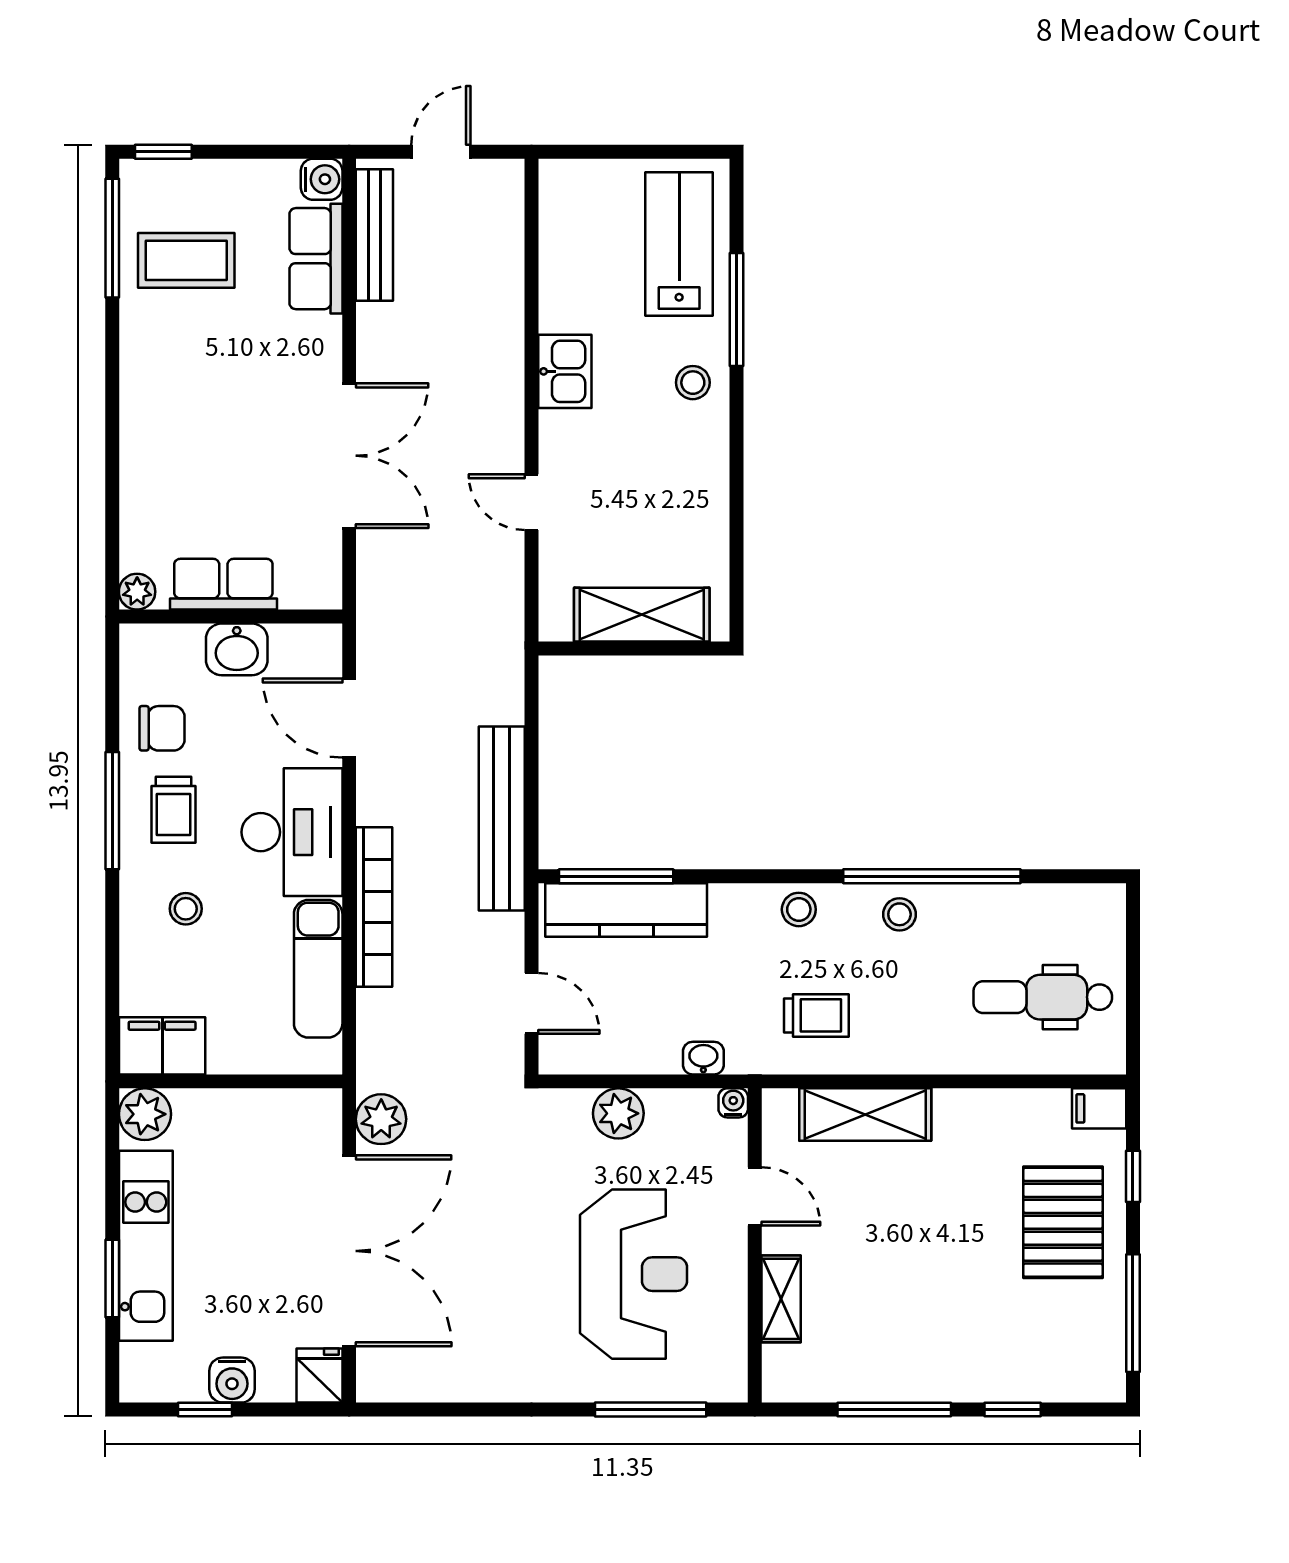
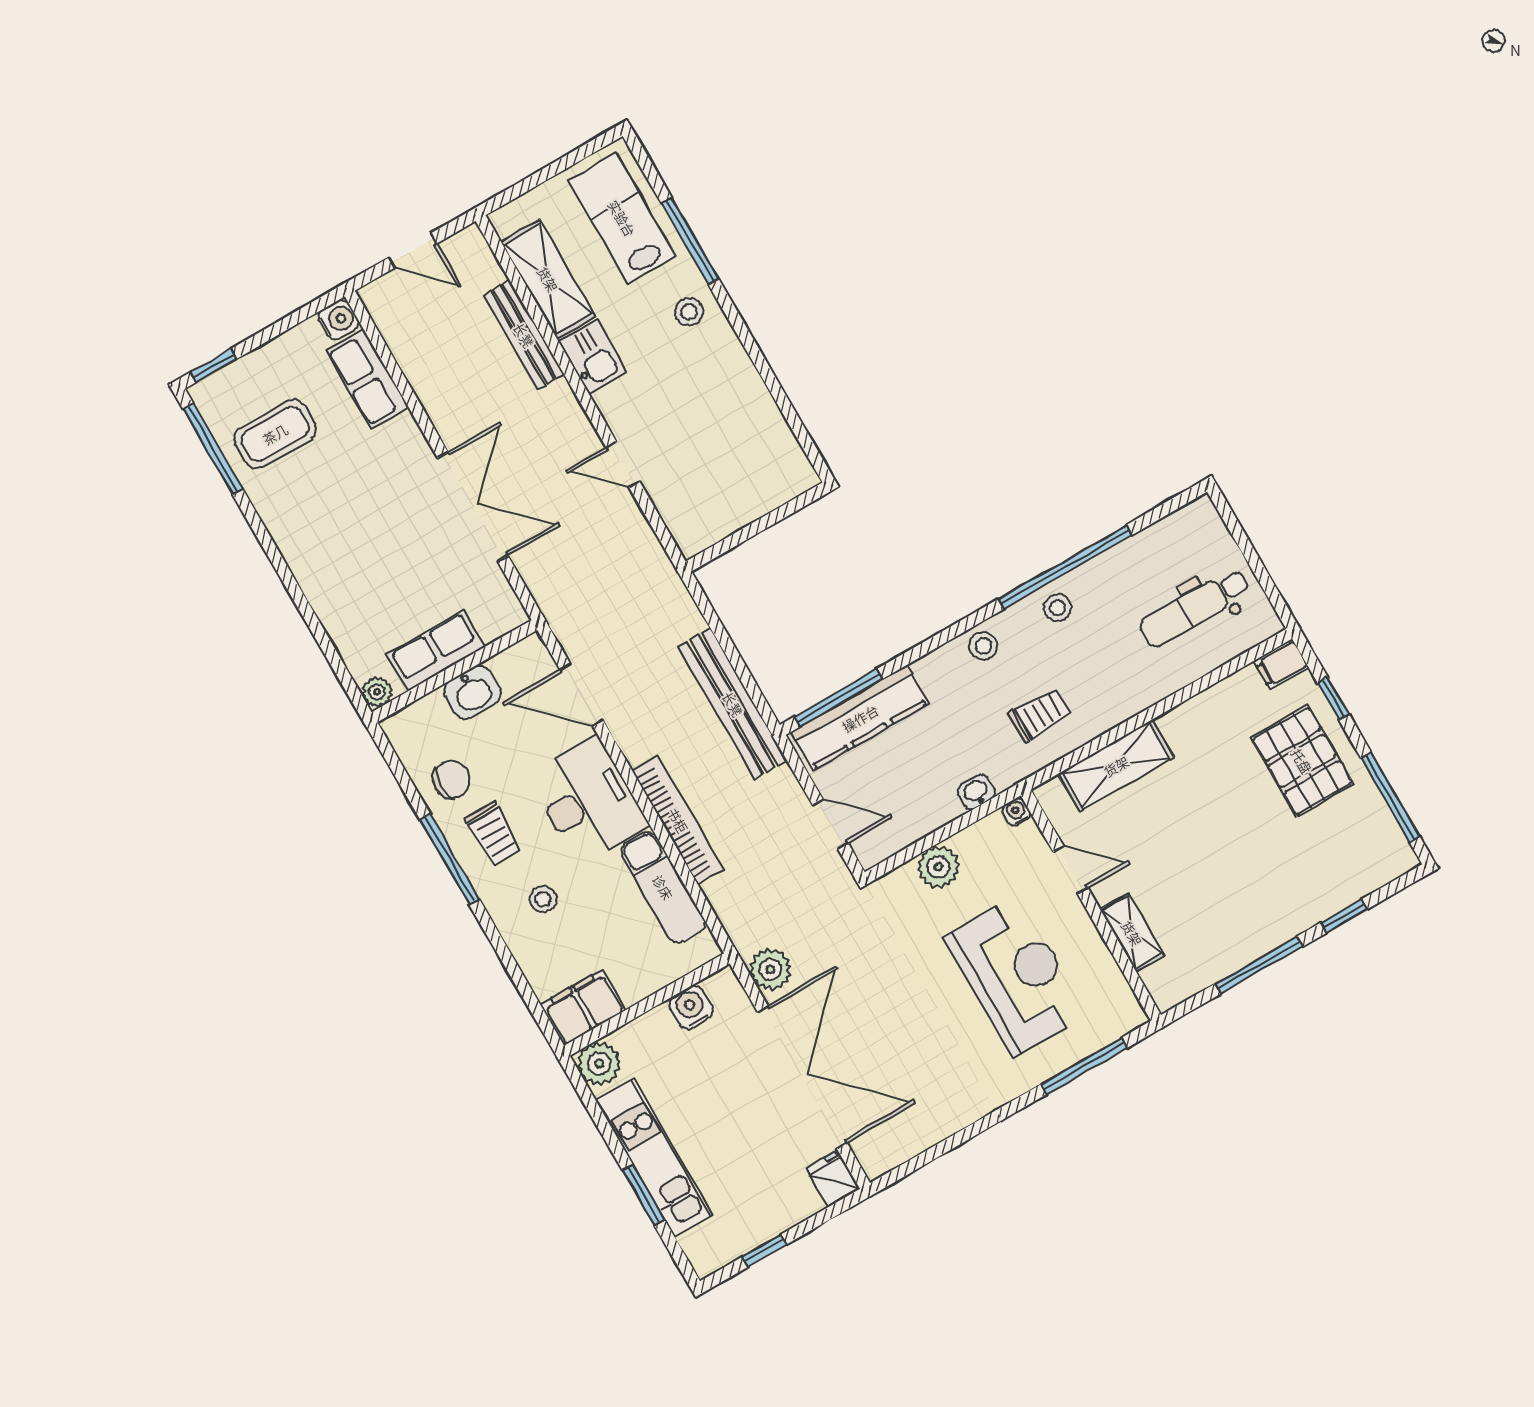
door: (441, 152) -> (413, 251), swing flipped
bench: (374, 235) -> (524, 335), moved
shelving: (642, 615) -> (548, 279), moved, turned 90
water cooler: (232, 1380) -> (691, 1007), moved, turned 180

